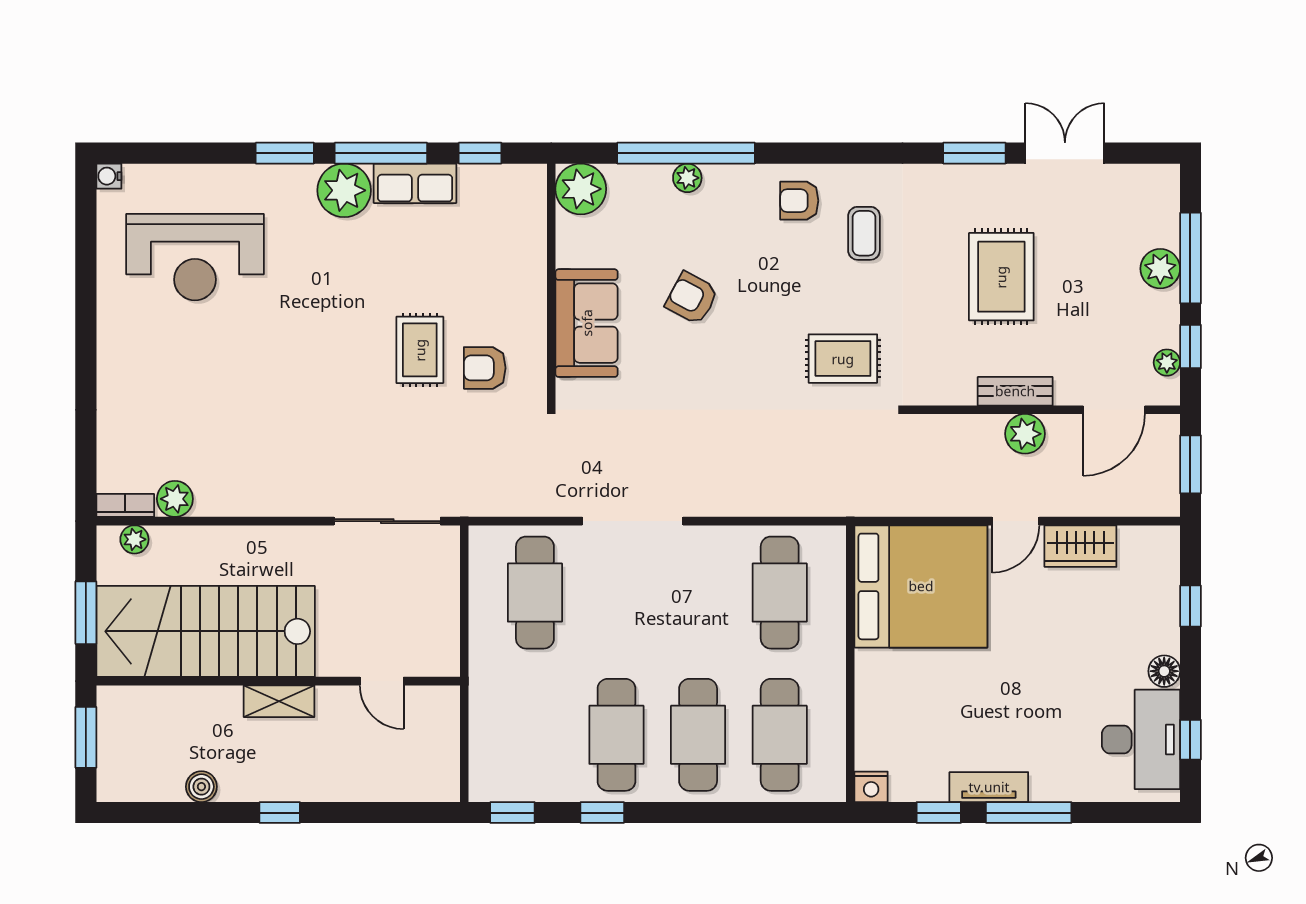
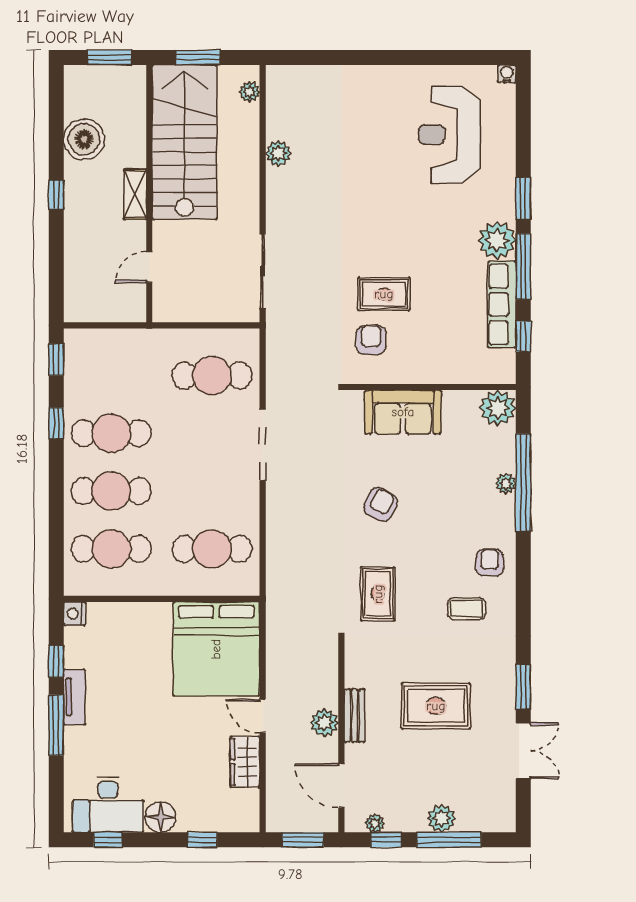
row of seats: (415, 183) -> (502, 305), width x1.48
armchair: (692, 298) -> (380, 505), moved
plant: (175, 499) -> (278, 153), moved
bookcase: (125, 505) -> (274, 85), removed
floor lamp: (1164, 671) -> (161, 817), width x1.38, depth x1.38
boiler: (201, 787) -> (84, 139), width x1.86, depth x1.86

